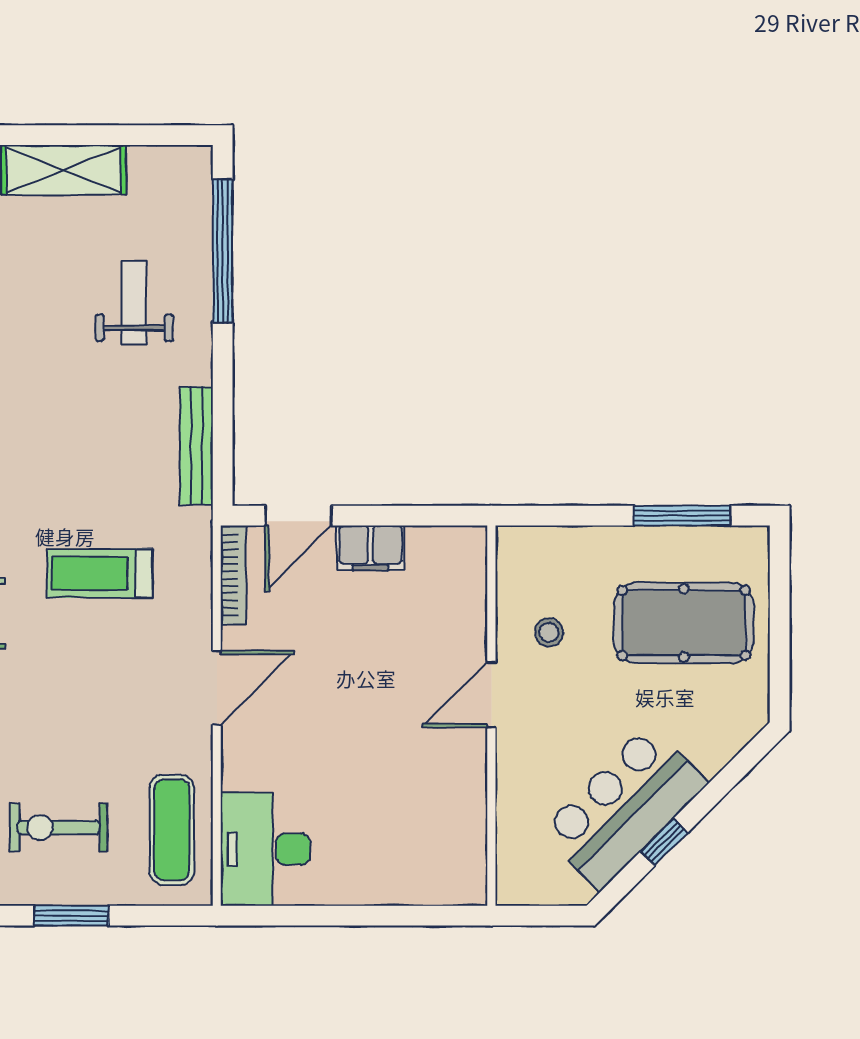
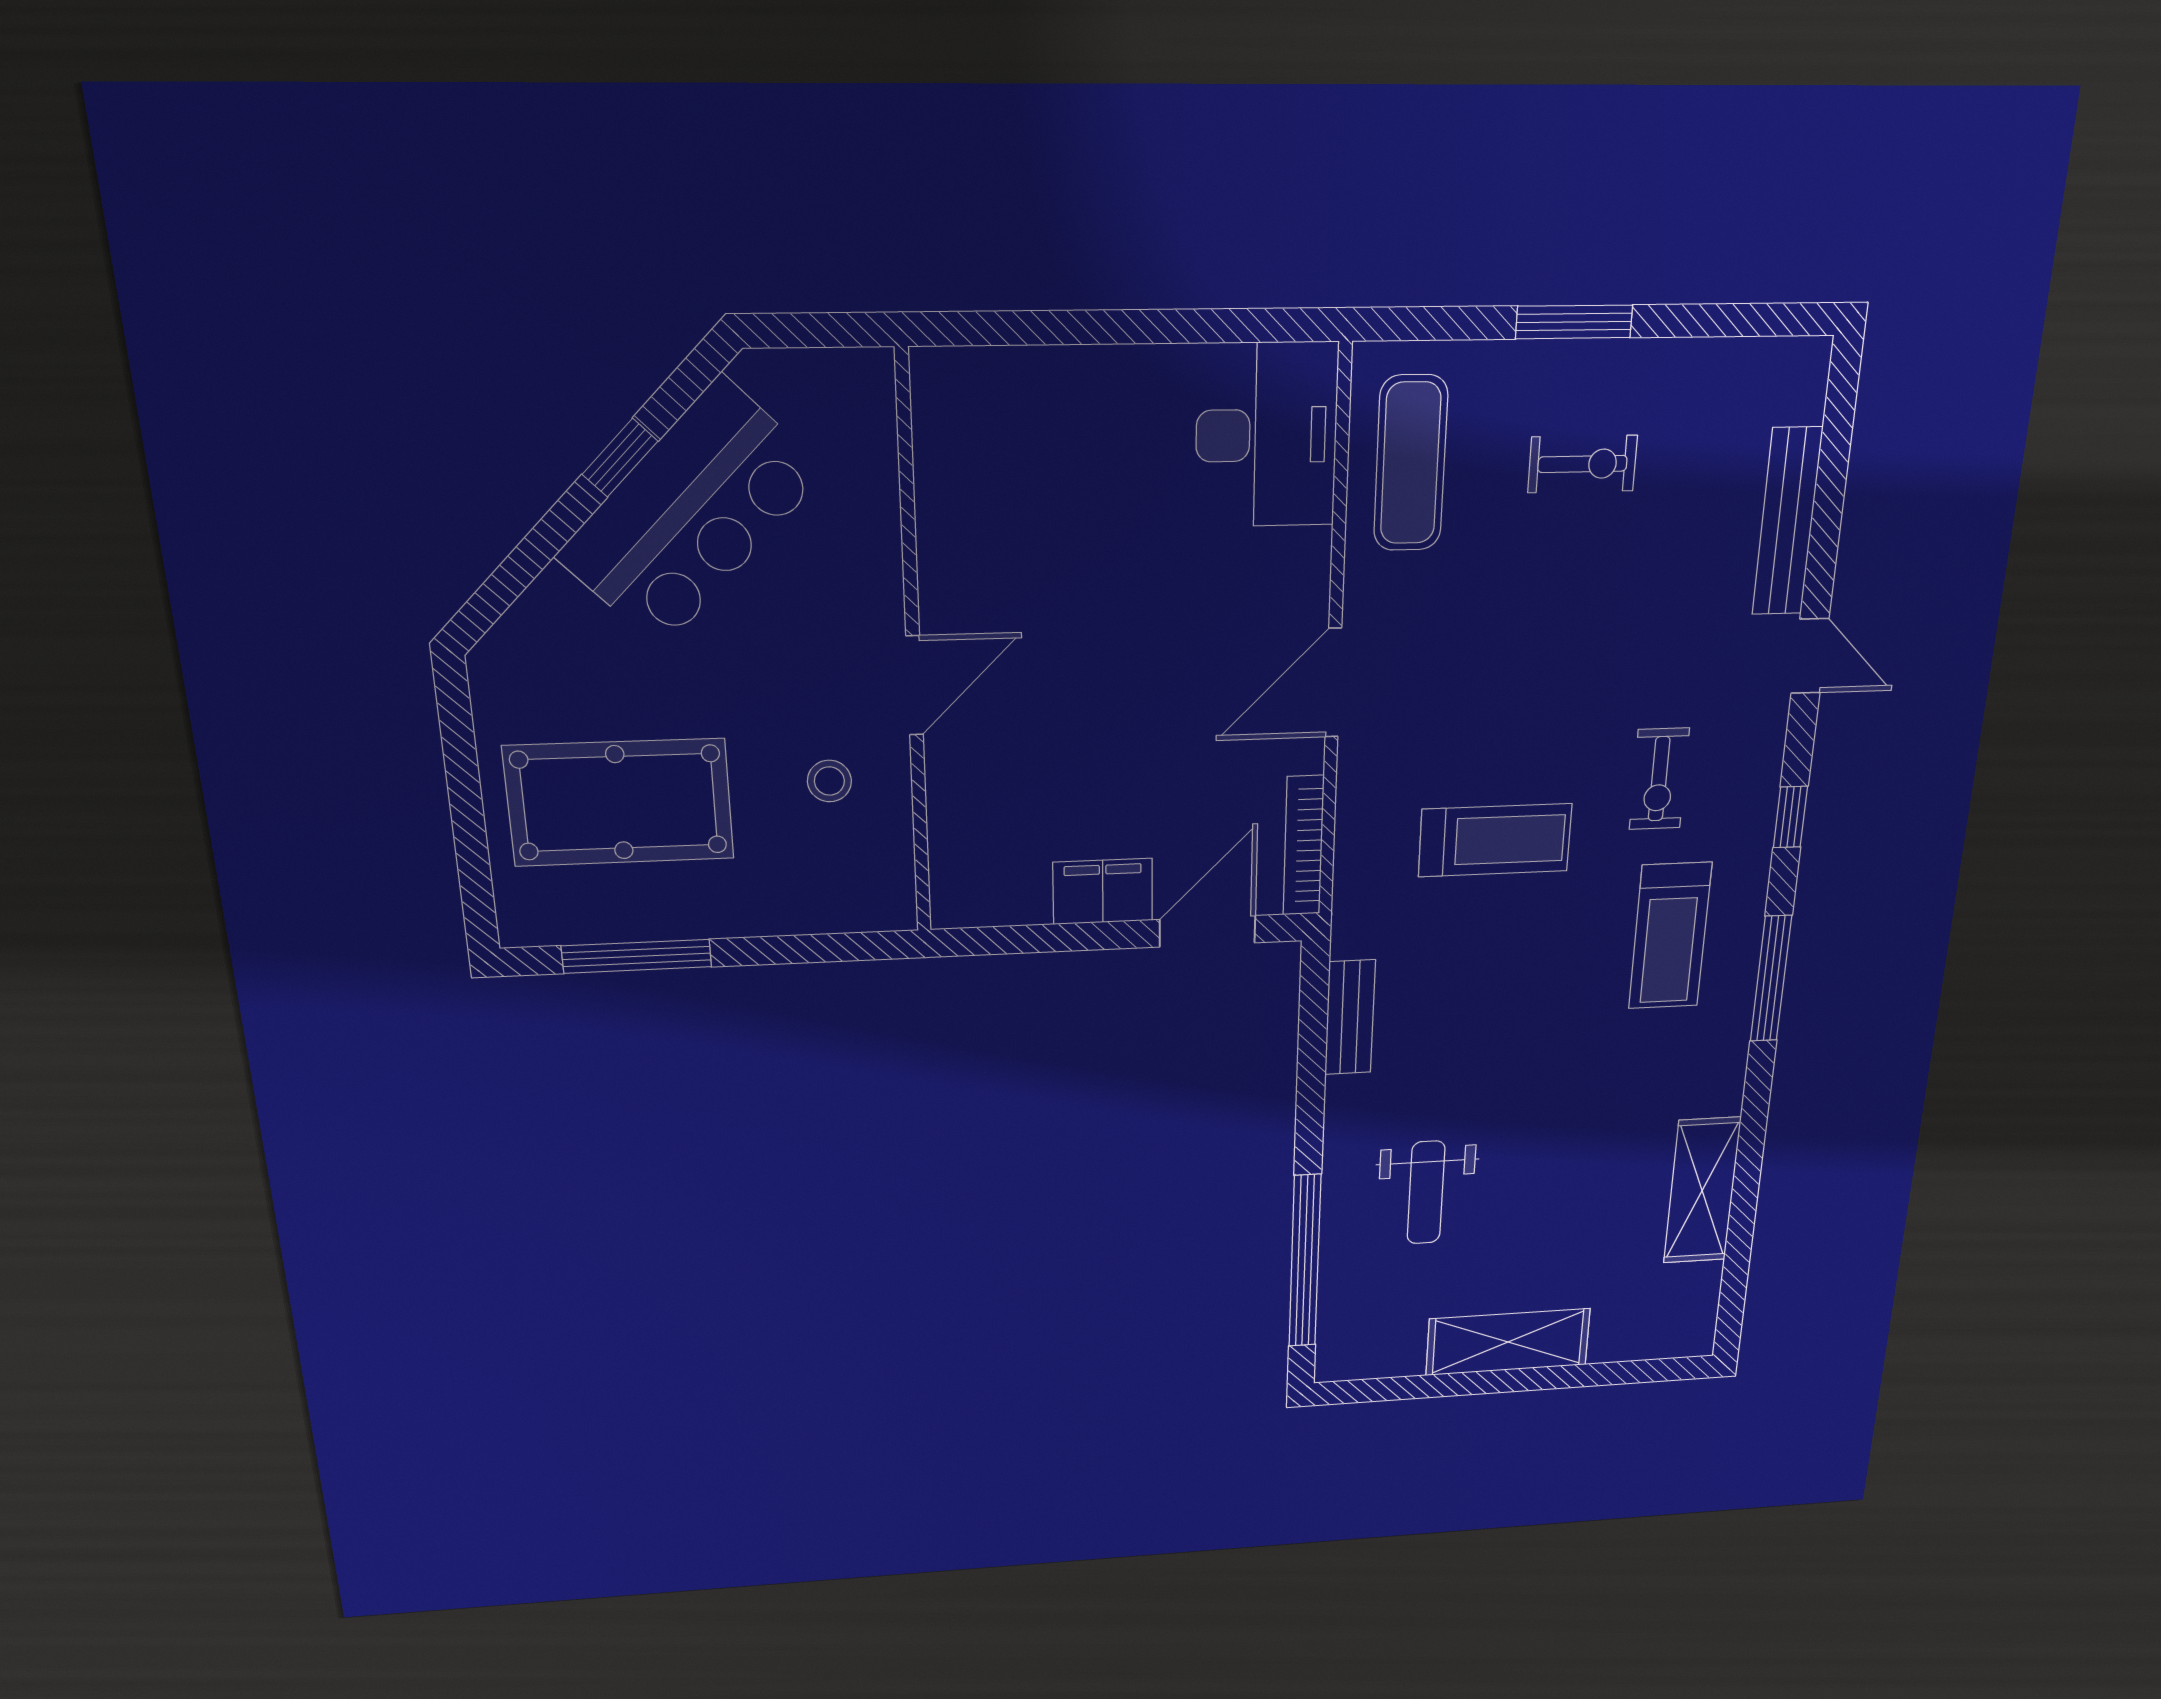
bench: (196, 446) -> (1350, 1017), width x0.73
exercise bike: (59, 827) -> (1583, 464), width x0.73, depth x0.72

